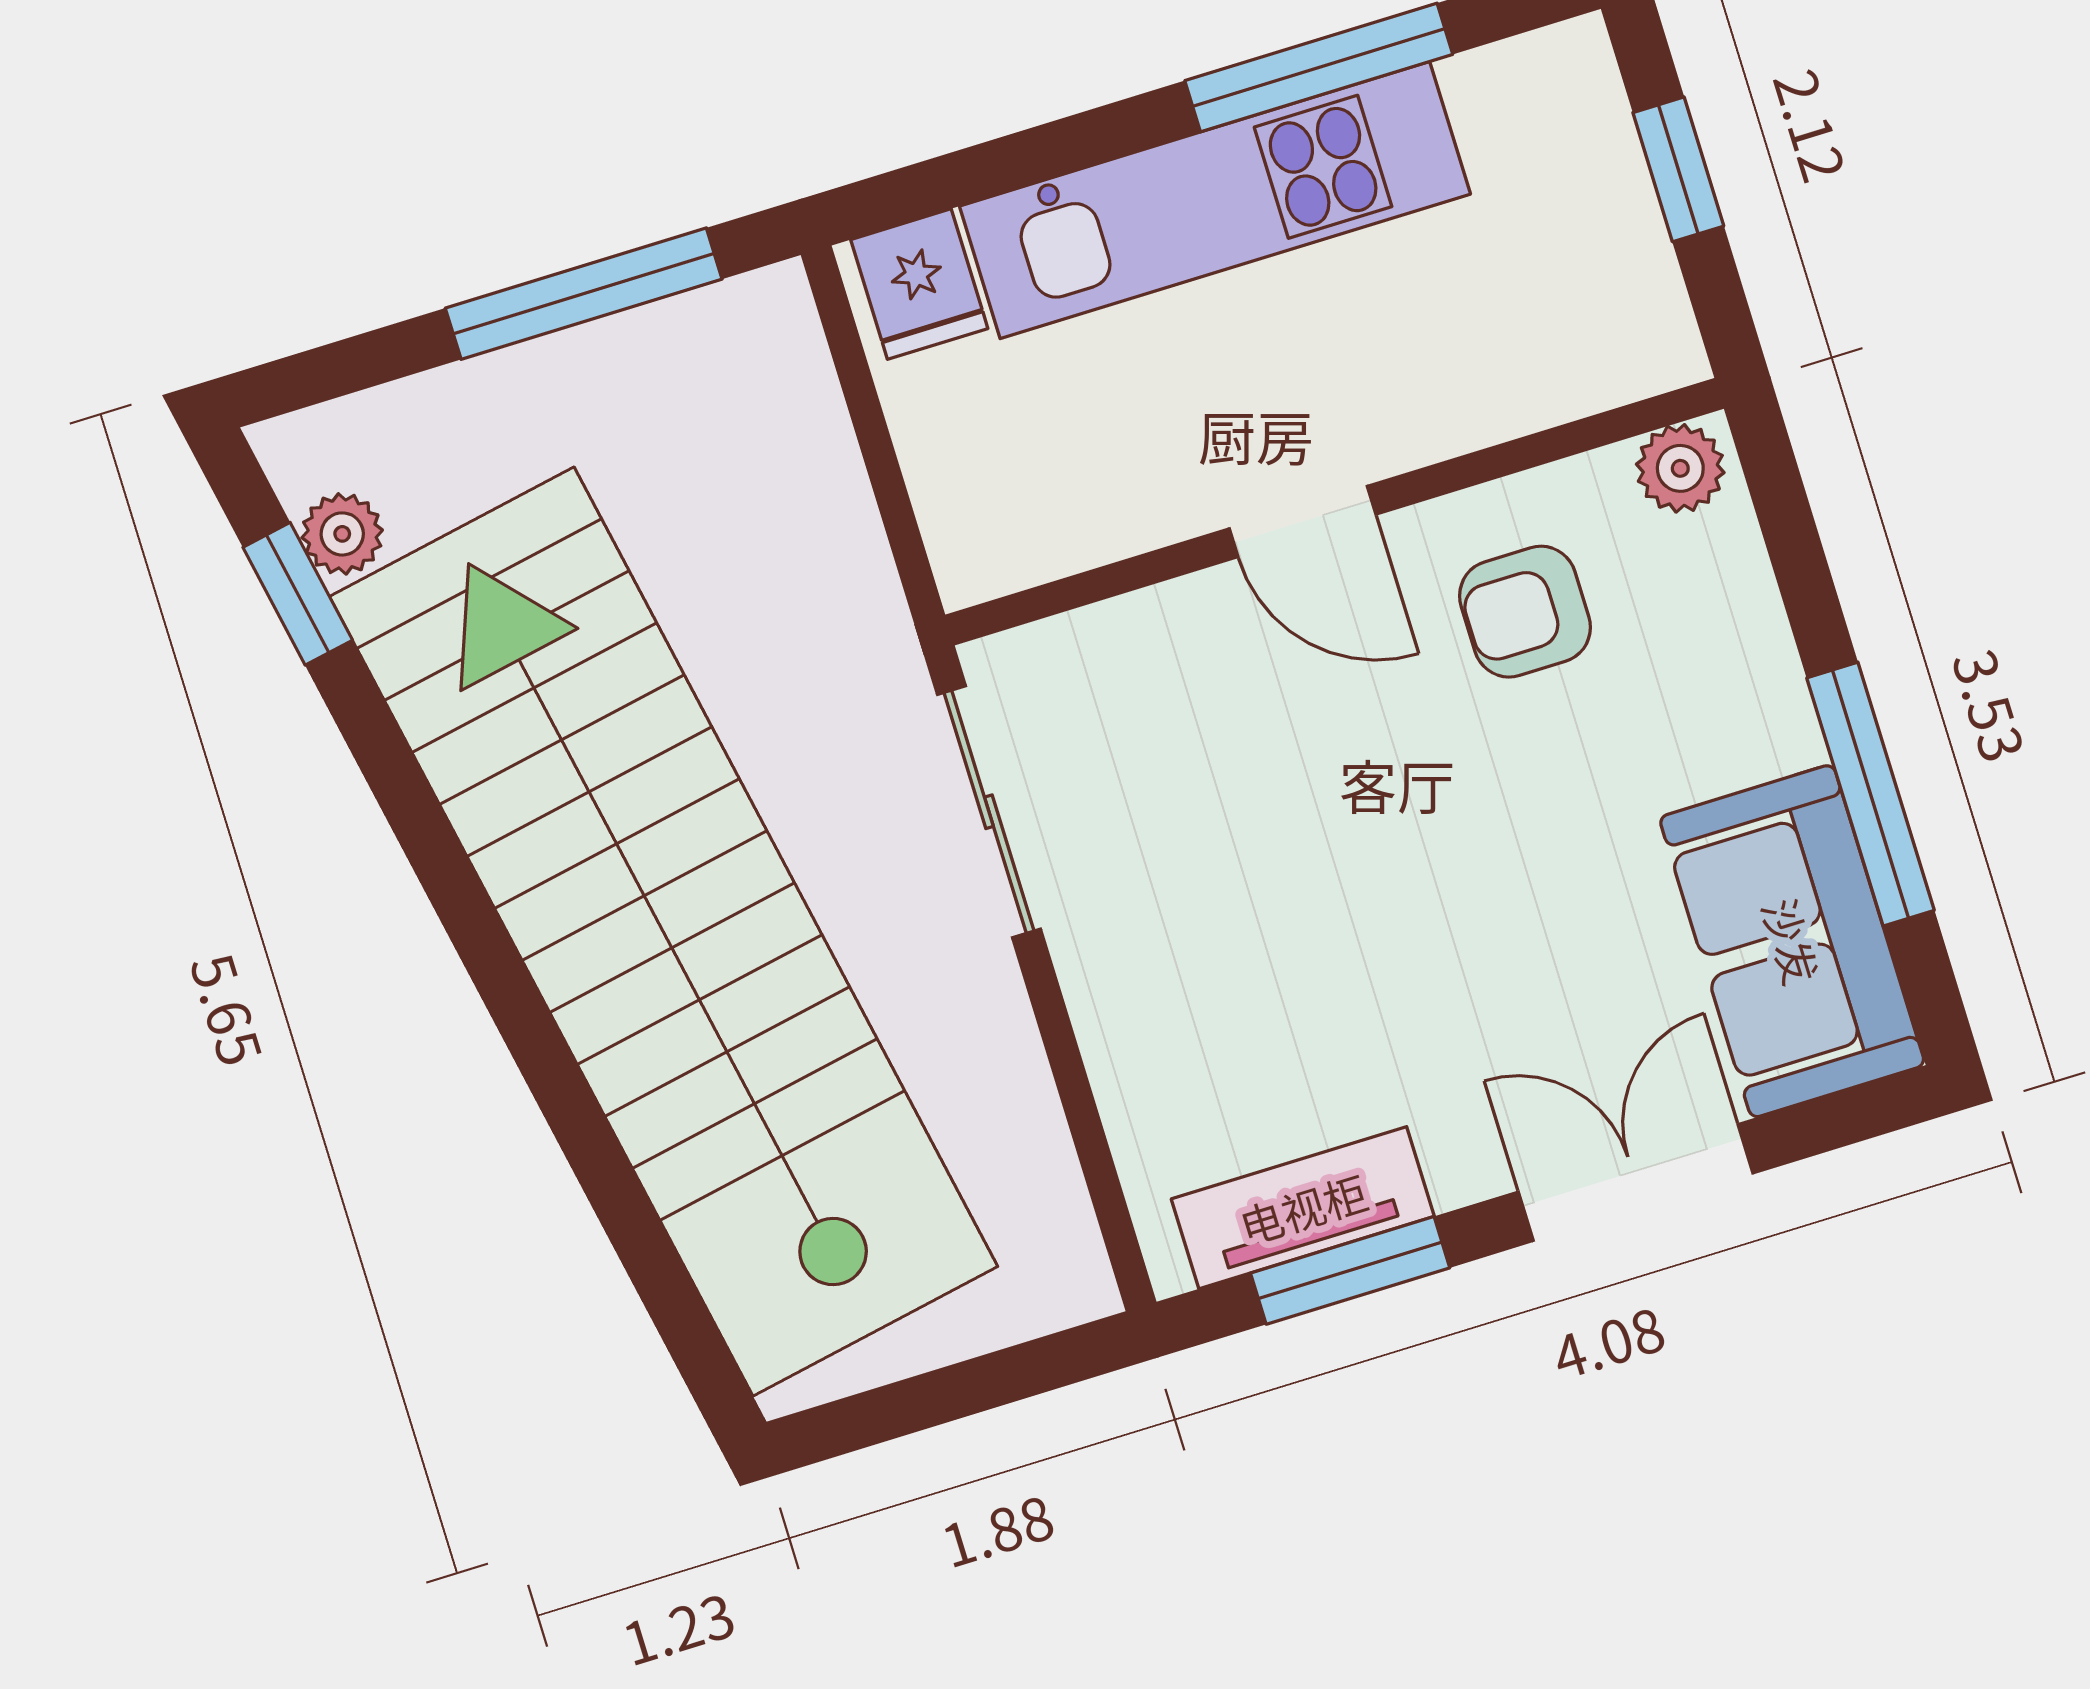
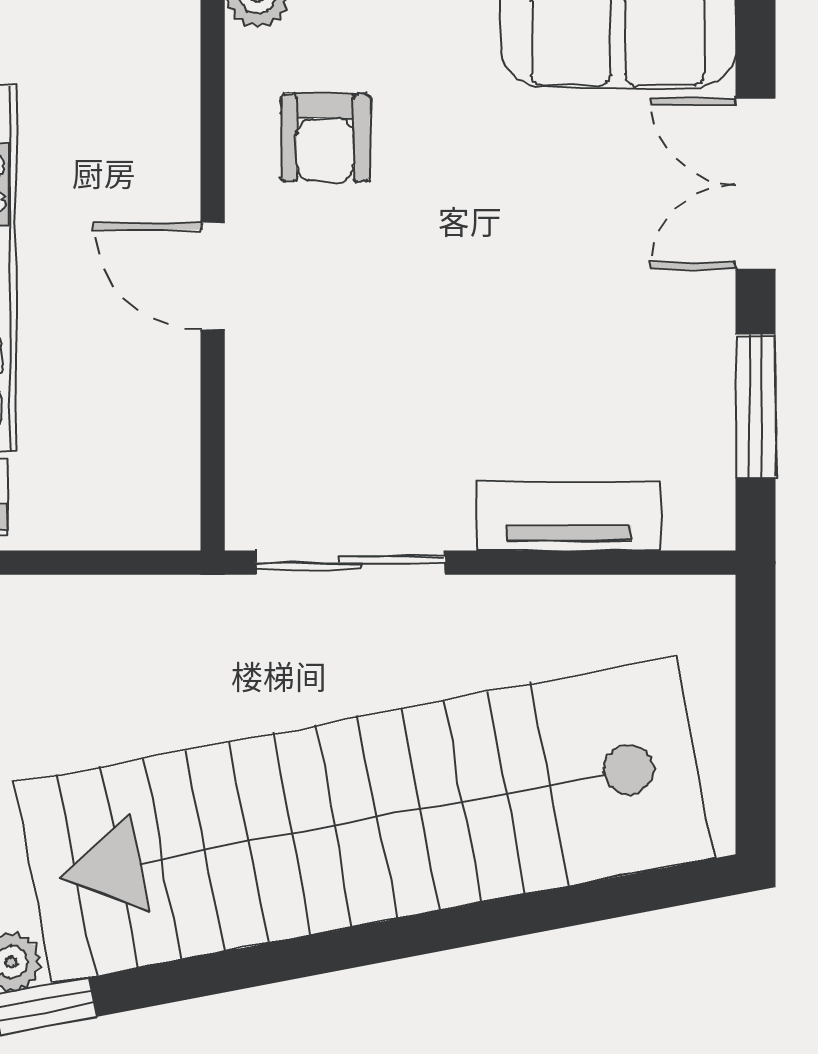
door: (1303, 522) -> (213, 276), swing flipped
tv unit: (1303, 1208) -> (569, 516), moved, turned 90

